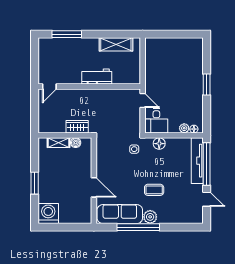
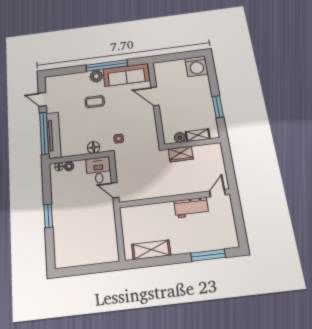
workbench: (97, 77) -> (191, 208), moved
window: (35, 183) -> (218, 107), moved

